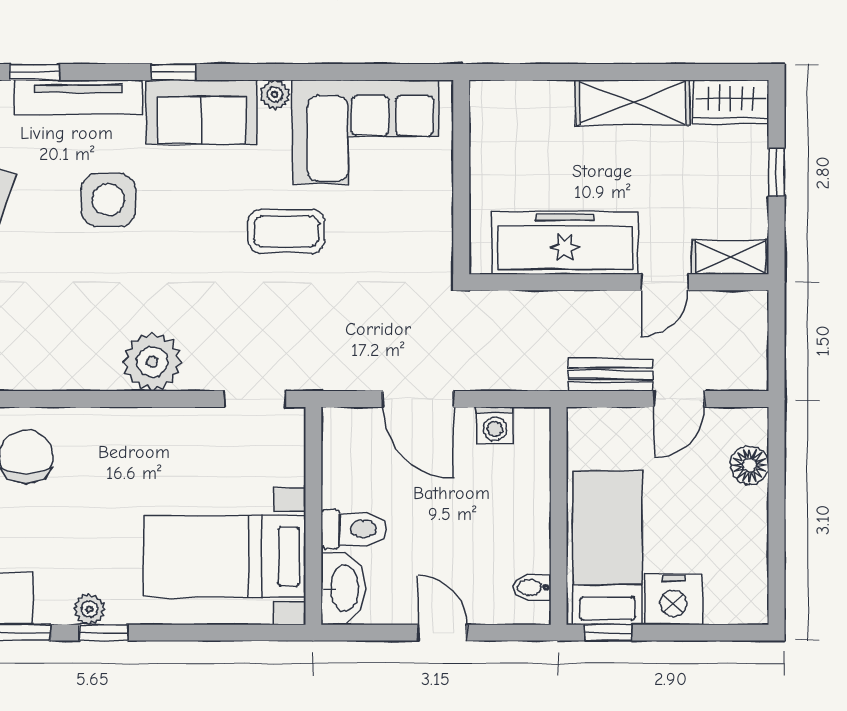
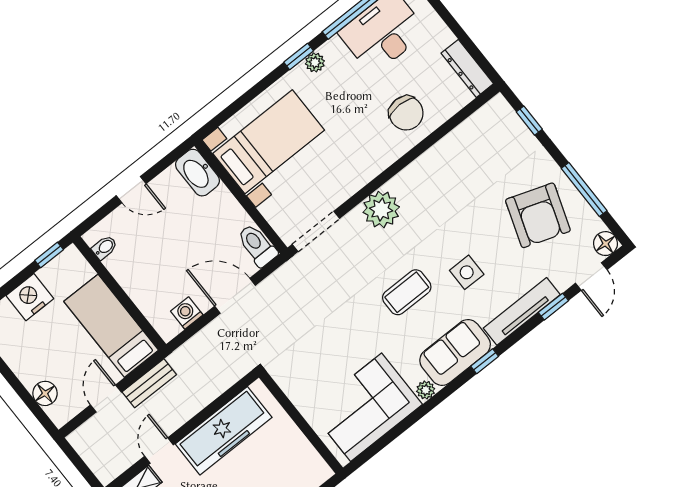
side table: (108, 200) -> (467, 272), width x0.73, depth x0.73
coffee table: (286, 231) -> (407, 292), moved
doorway: (254, 399) -> (316, 231), width x1.38
toilet: (354, 529) -> (257, 245), moved, turned 90
bed: (607, 548) -> (111, 326), moved, turned 180

